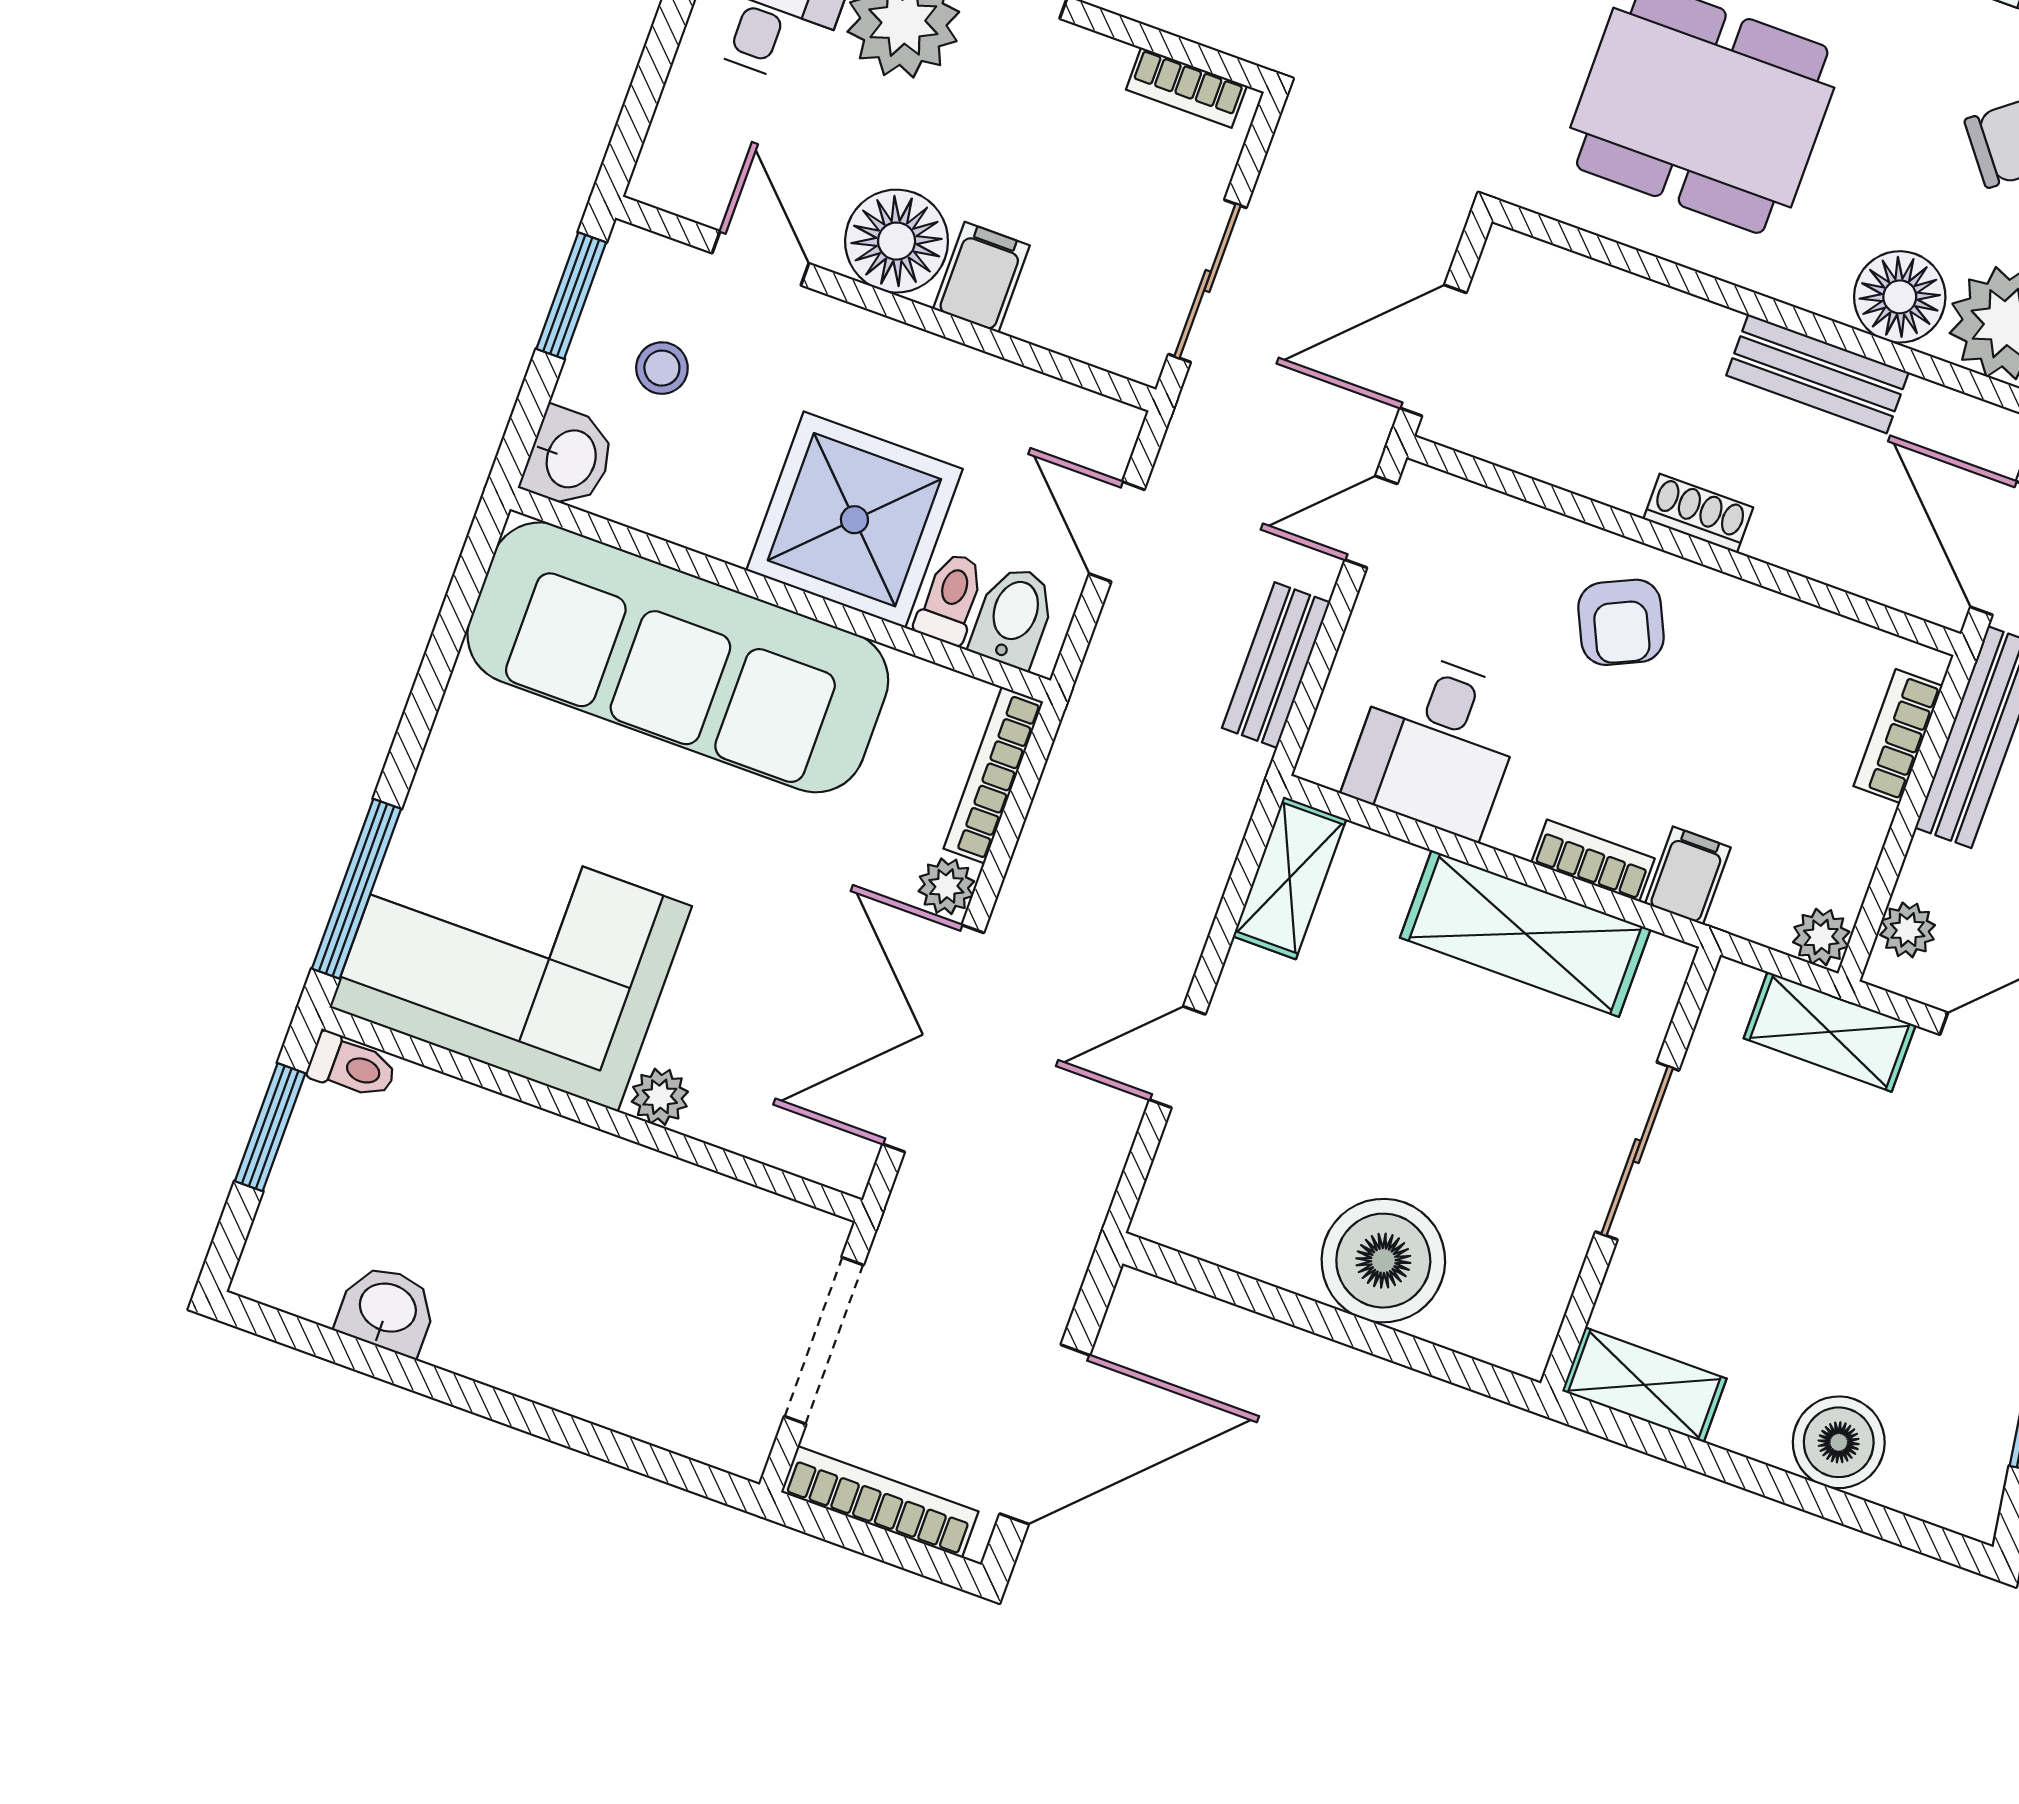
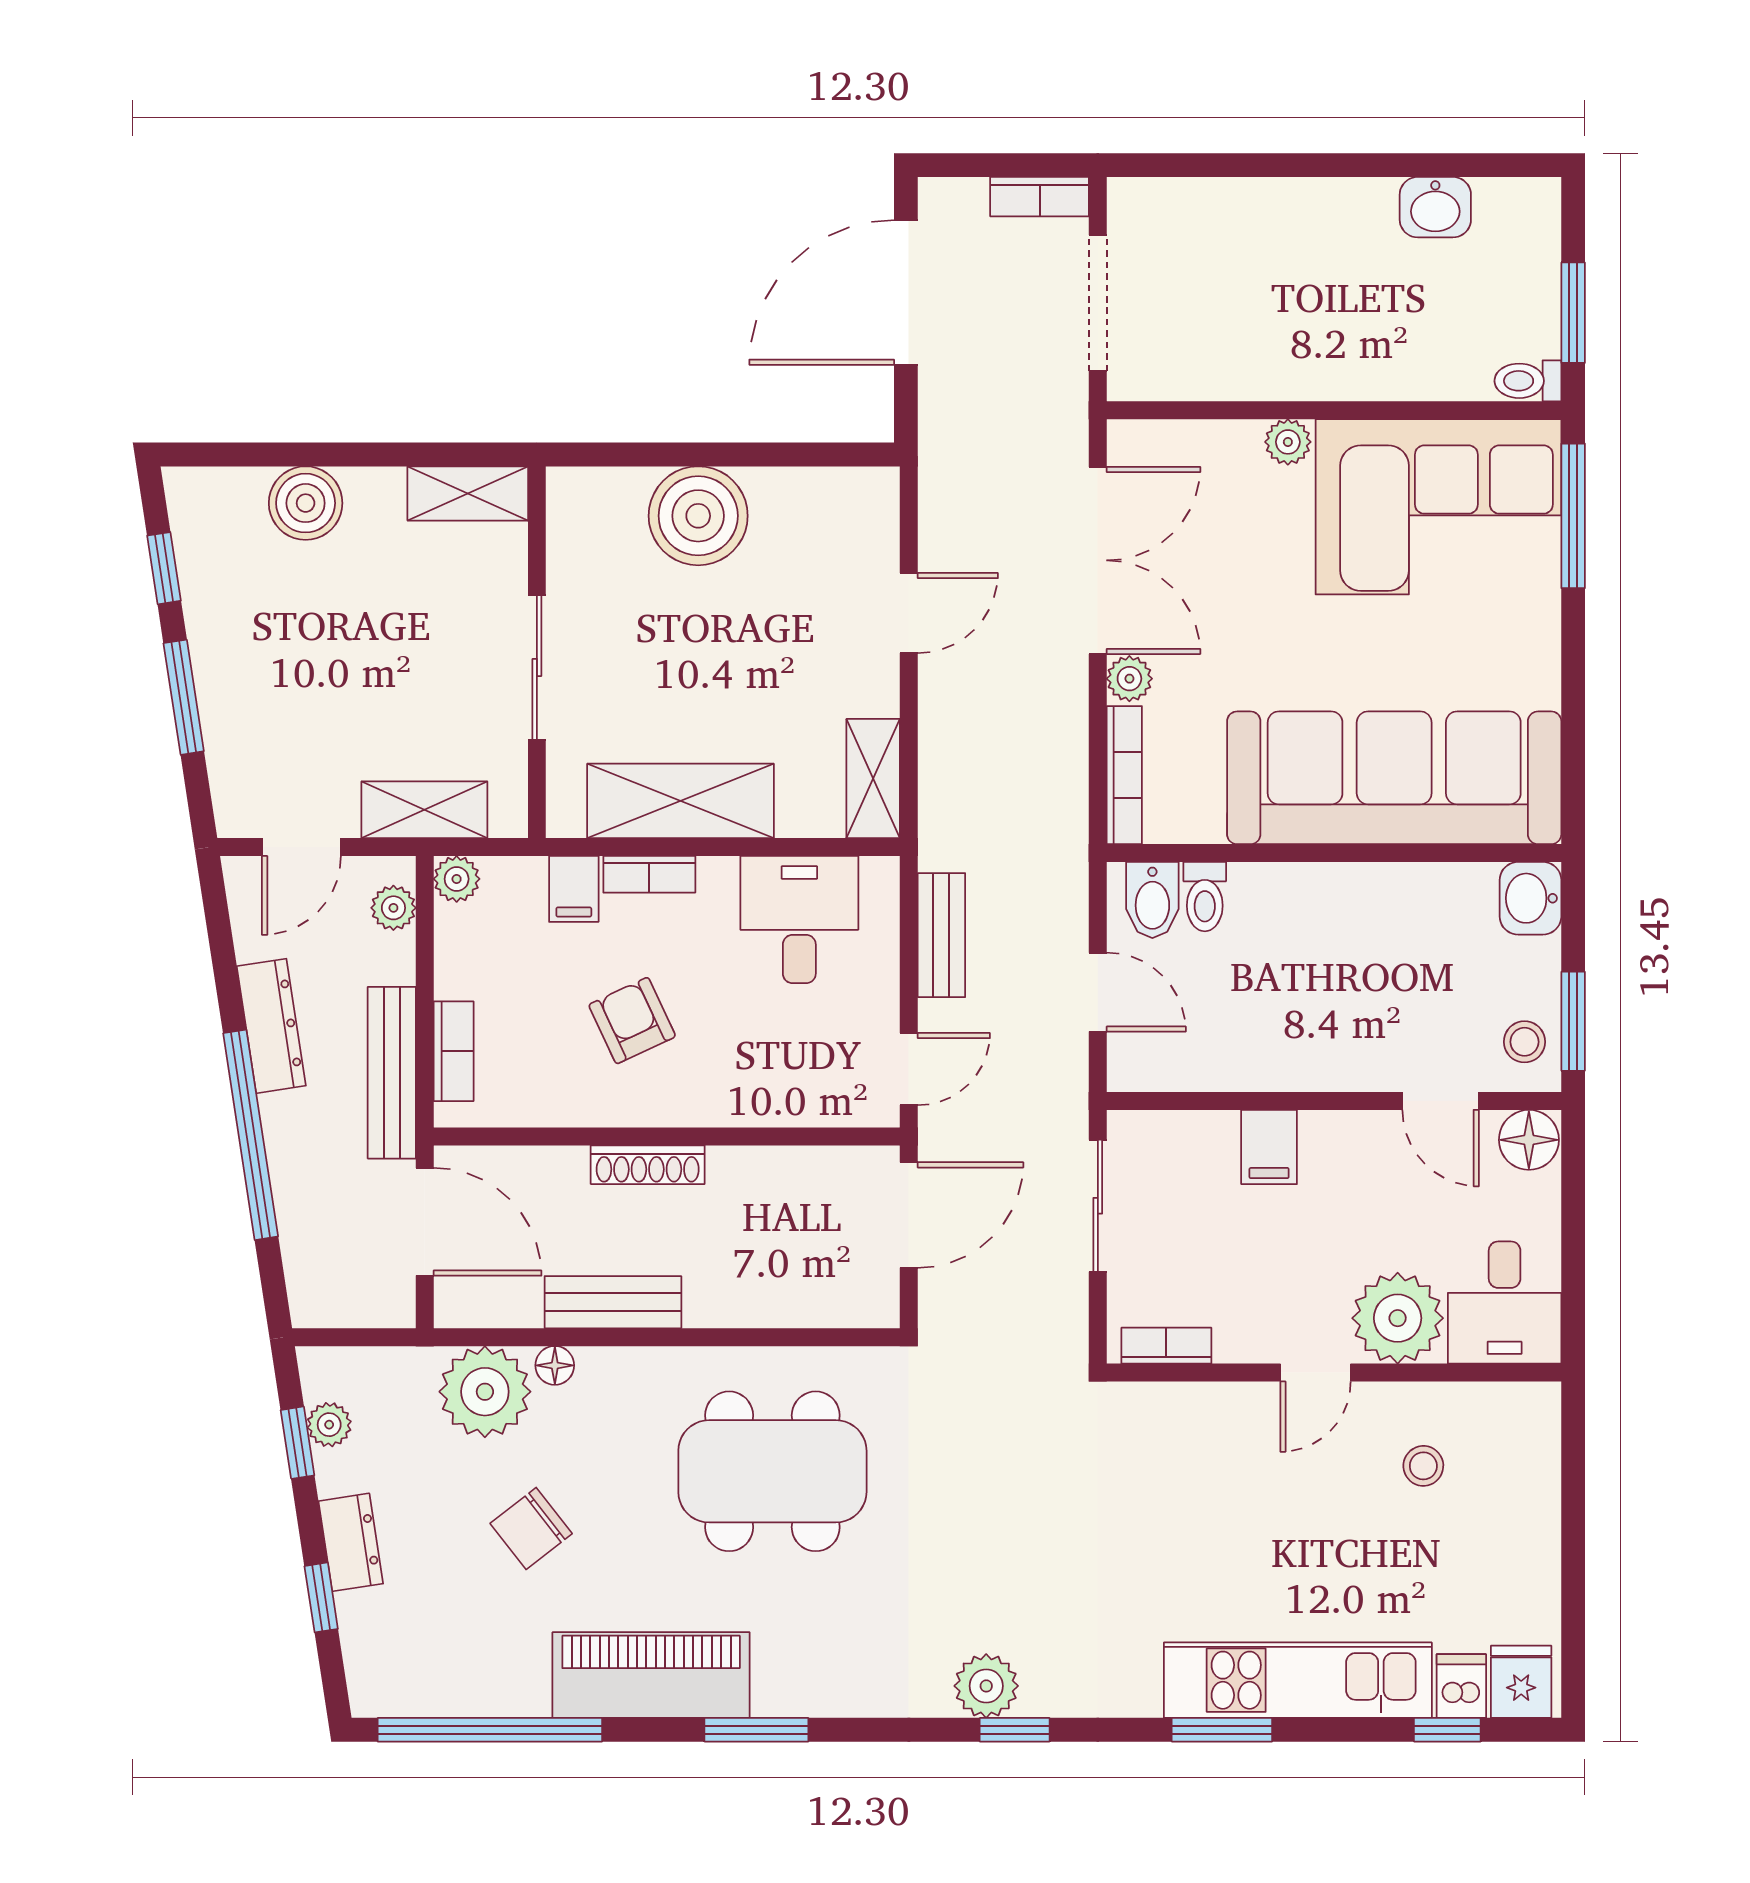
floor lamp: (897, 241) -> (1529, 1140), moved, width x0.73, depth x0.73
floor lamp: (1900, 297) -> (555, 1365), width x0.53, depth x0.53
stool: (662, 368) -> (1524, 1042), moved
shoe rack: (1698, 513) -> (648, 1165), width x1.43
shower: (854, 520) -> (1299, 930), removed
armchair: (1621, 622) -> (632, 1021), moved
bookcase: (880, 1502) -> (1040, 197), width x0.64

